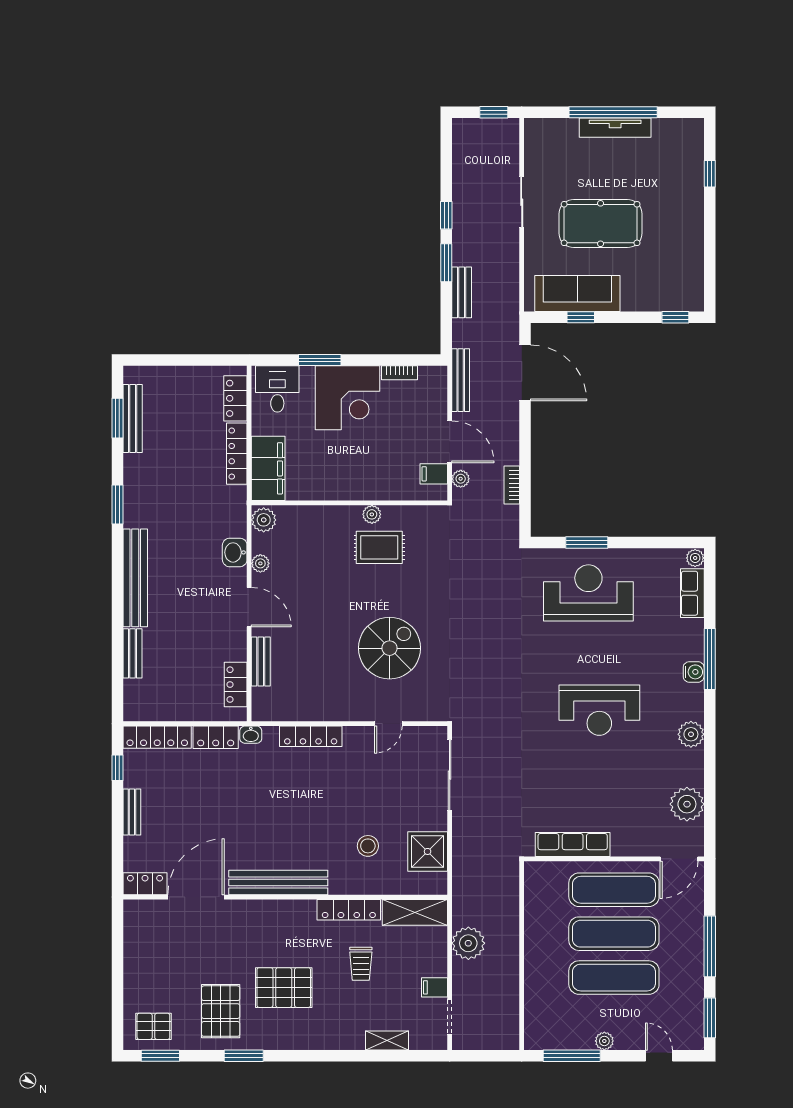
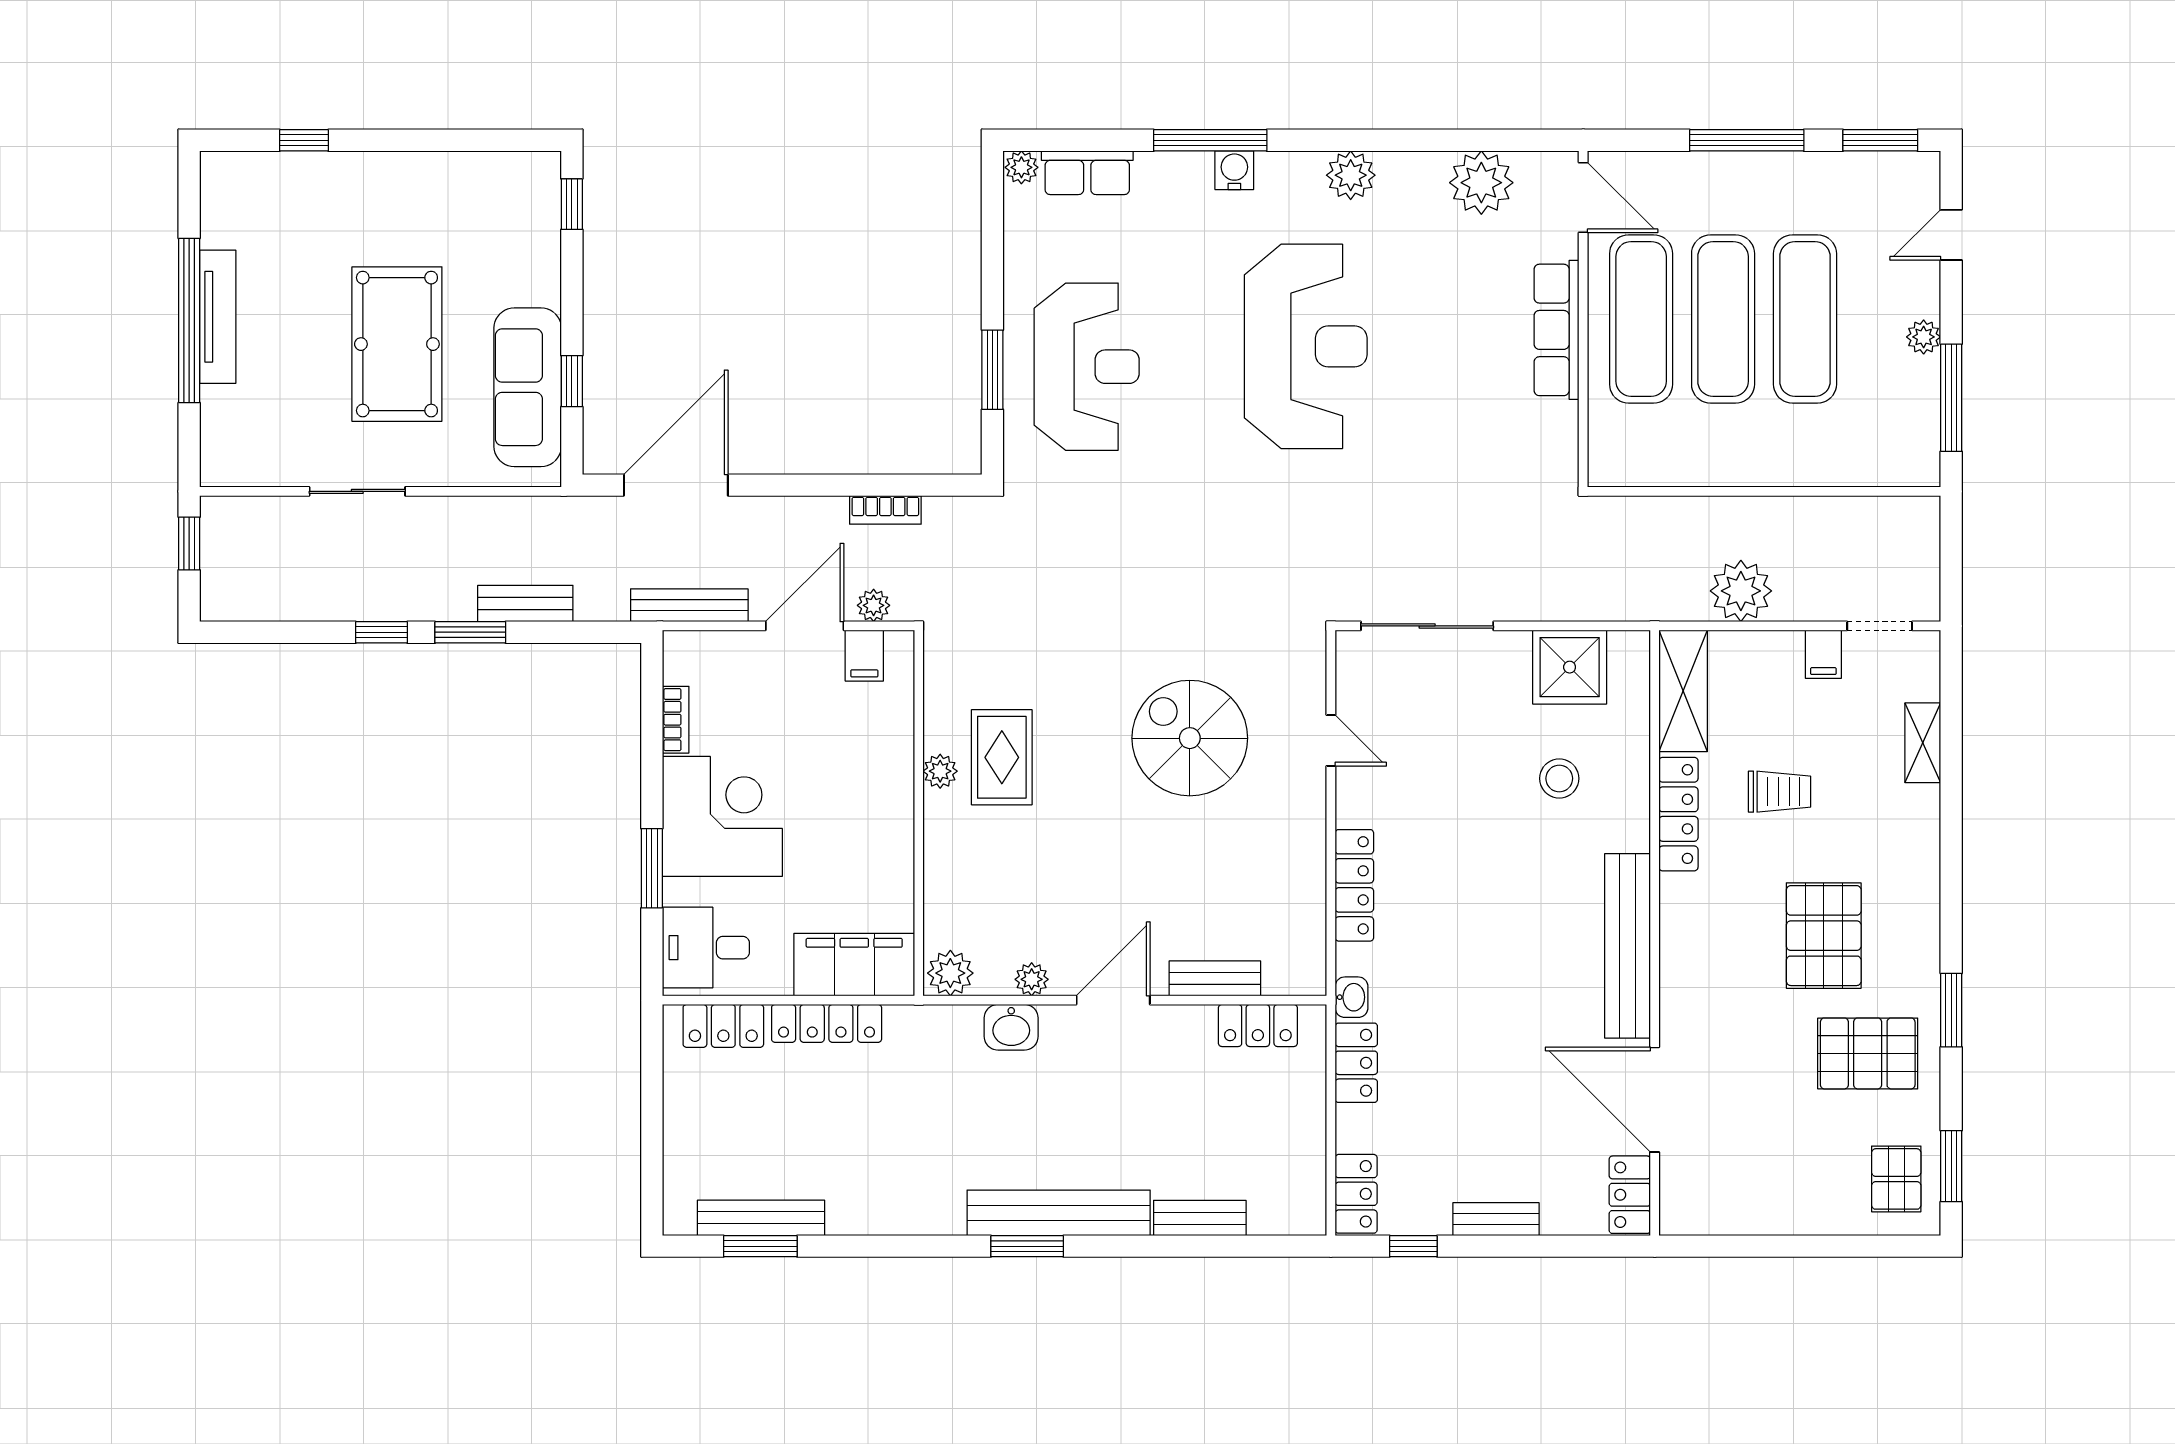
window: (117, 505) -> (1027, 1246), moved
reception desk: (588, 593) -> (1087, 367), turned 180
reception desk: (599, 710) -> (1306, 346), width x1.36, depth x1.30
locker: (157, 737) -> (1356, 1194), width x0.66
row of seats: (573, 844) -> (1557, 330), moved

